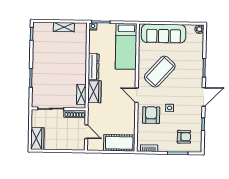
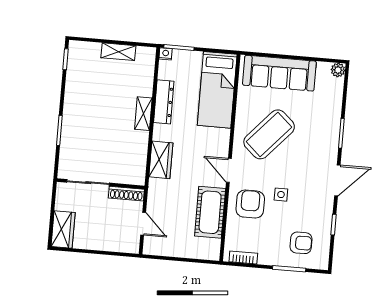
dresser: (94, 66) -> (164, 102), moved
shelving: (81, 94) -> (143, 114), moved
cot: (119, 143) -> (210, 212), moved, turned 90

